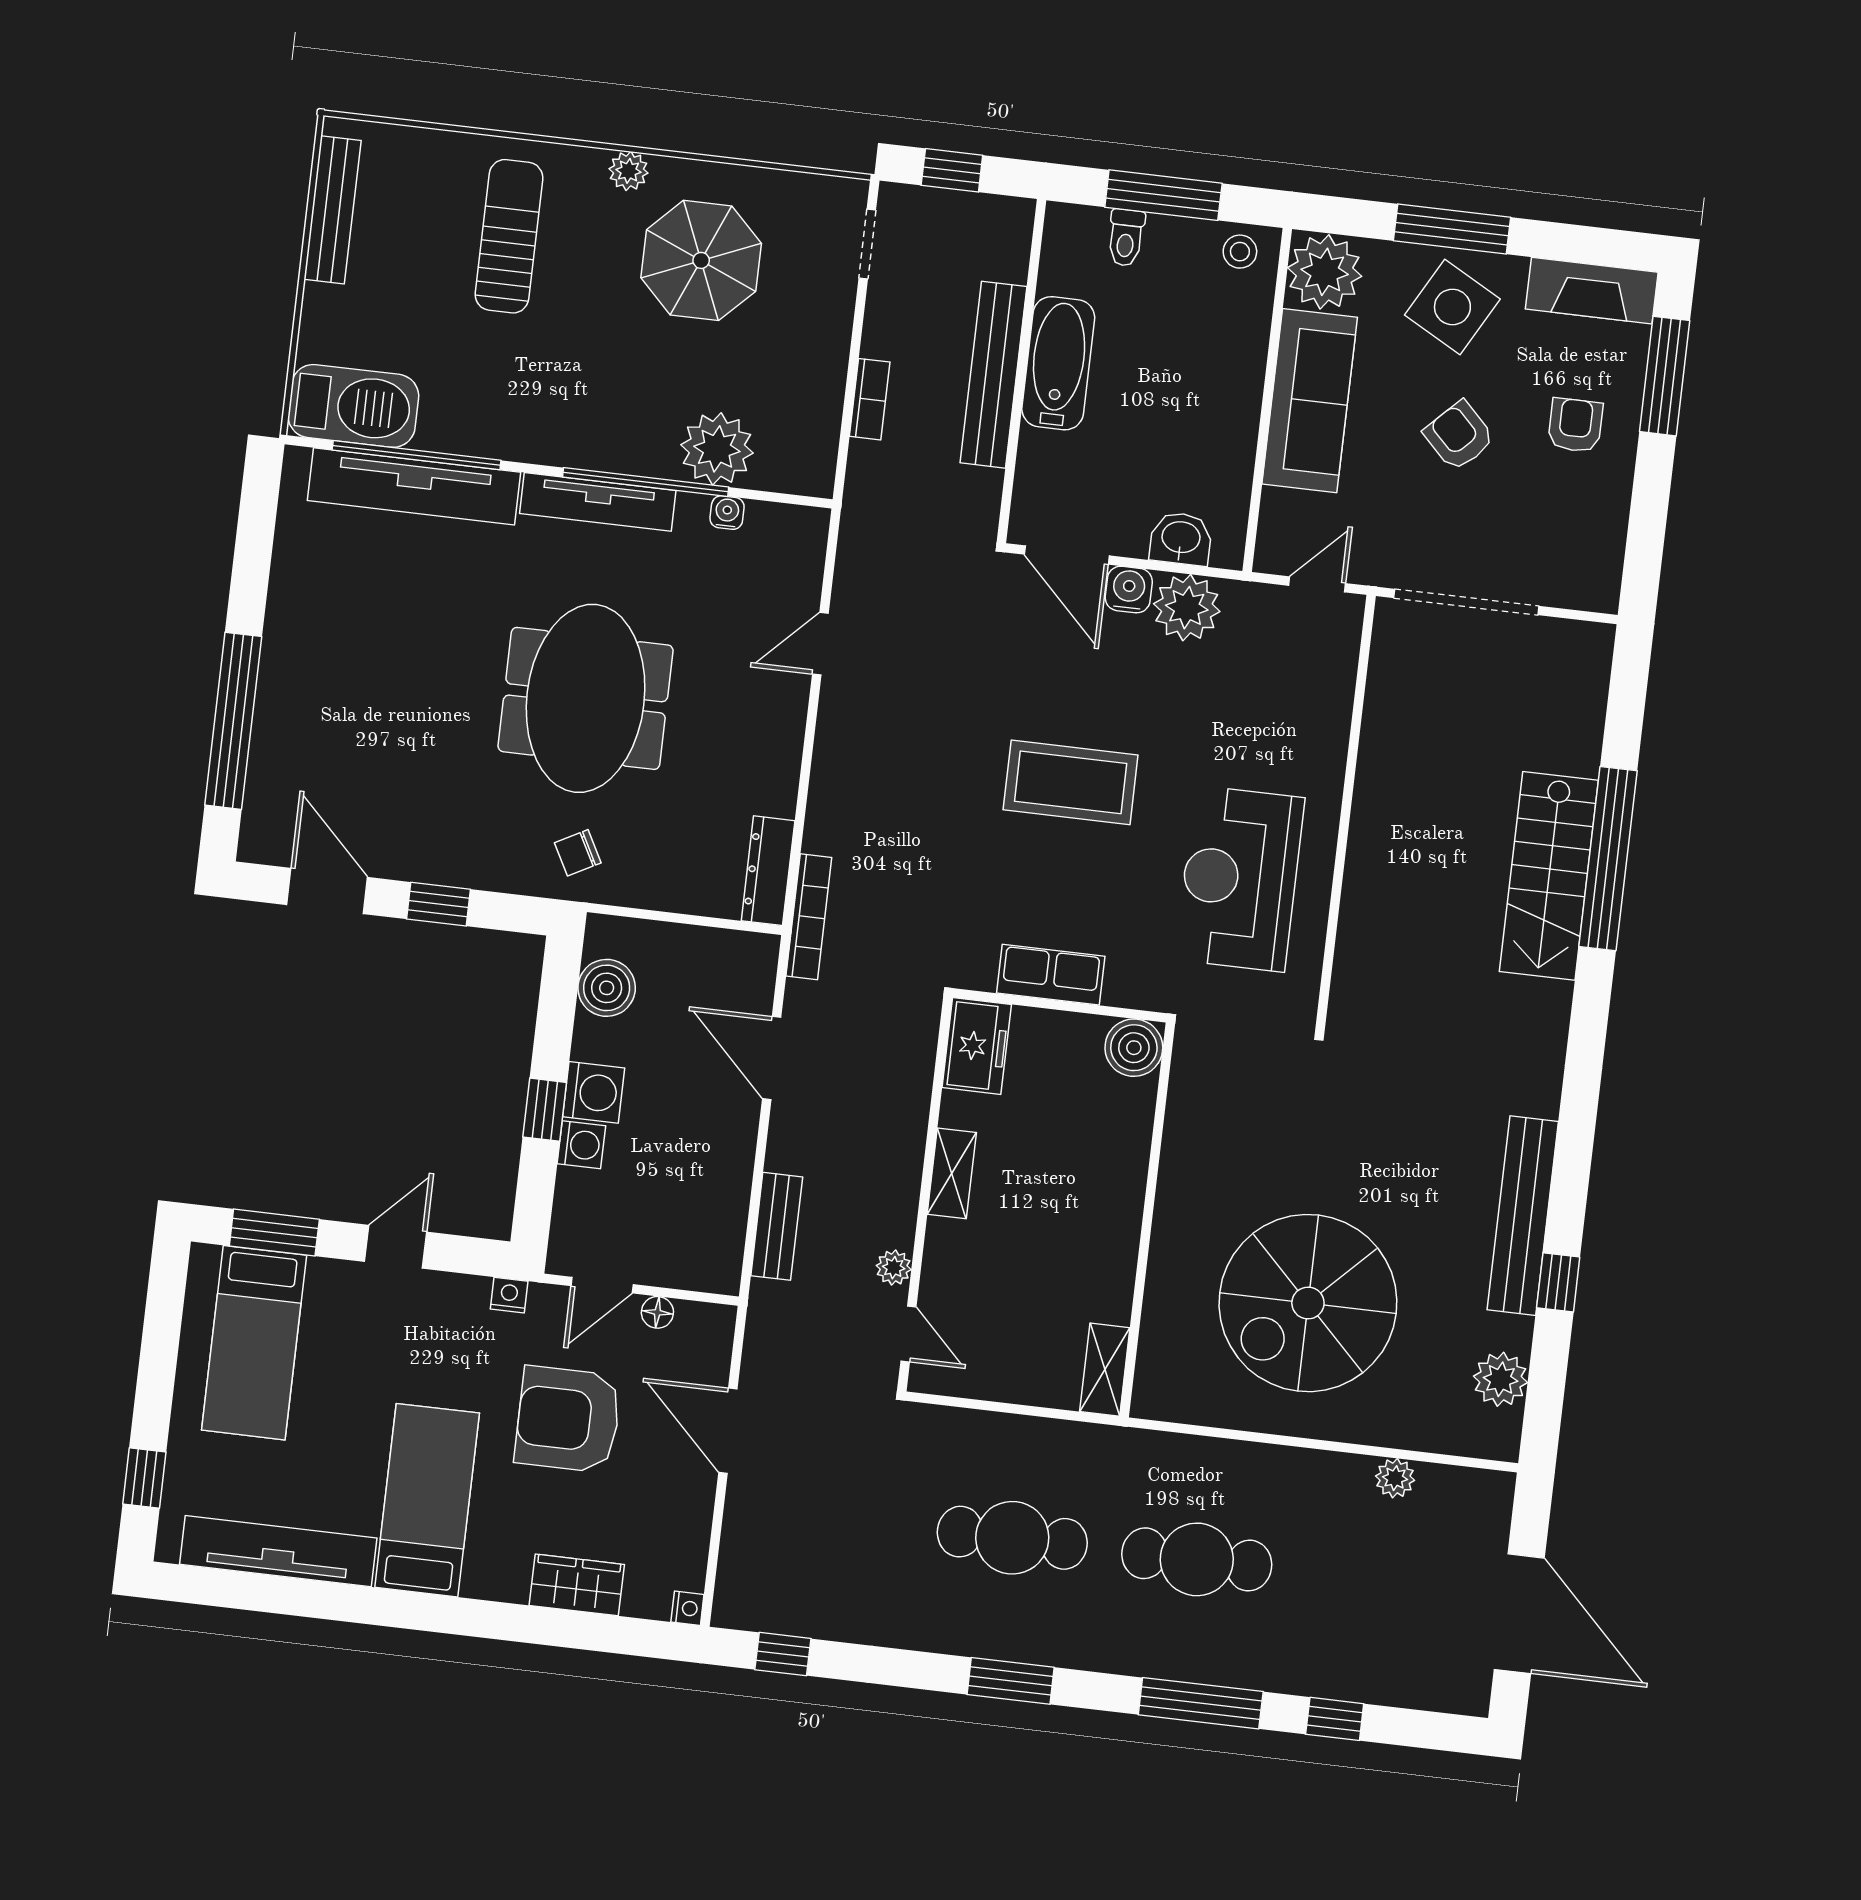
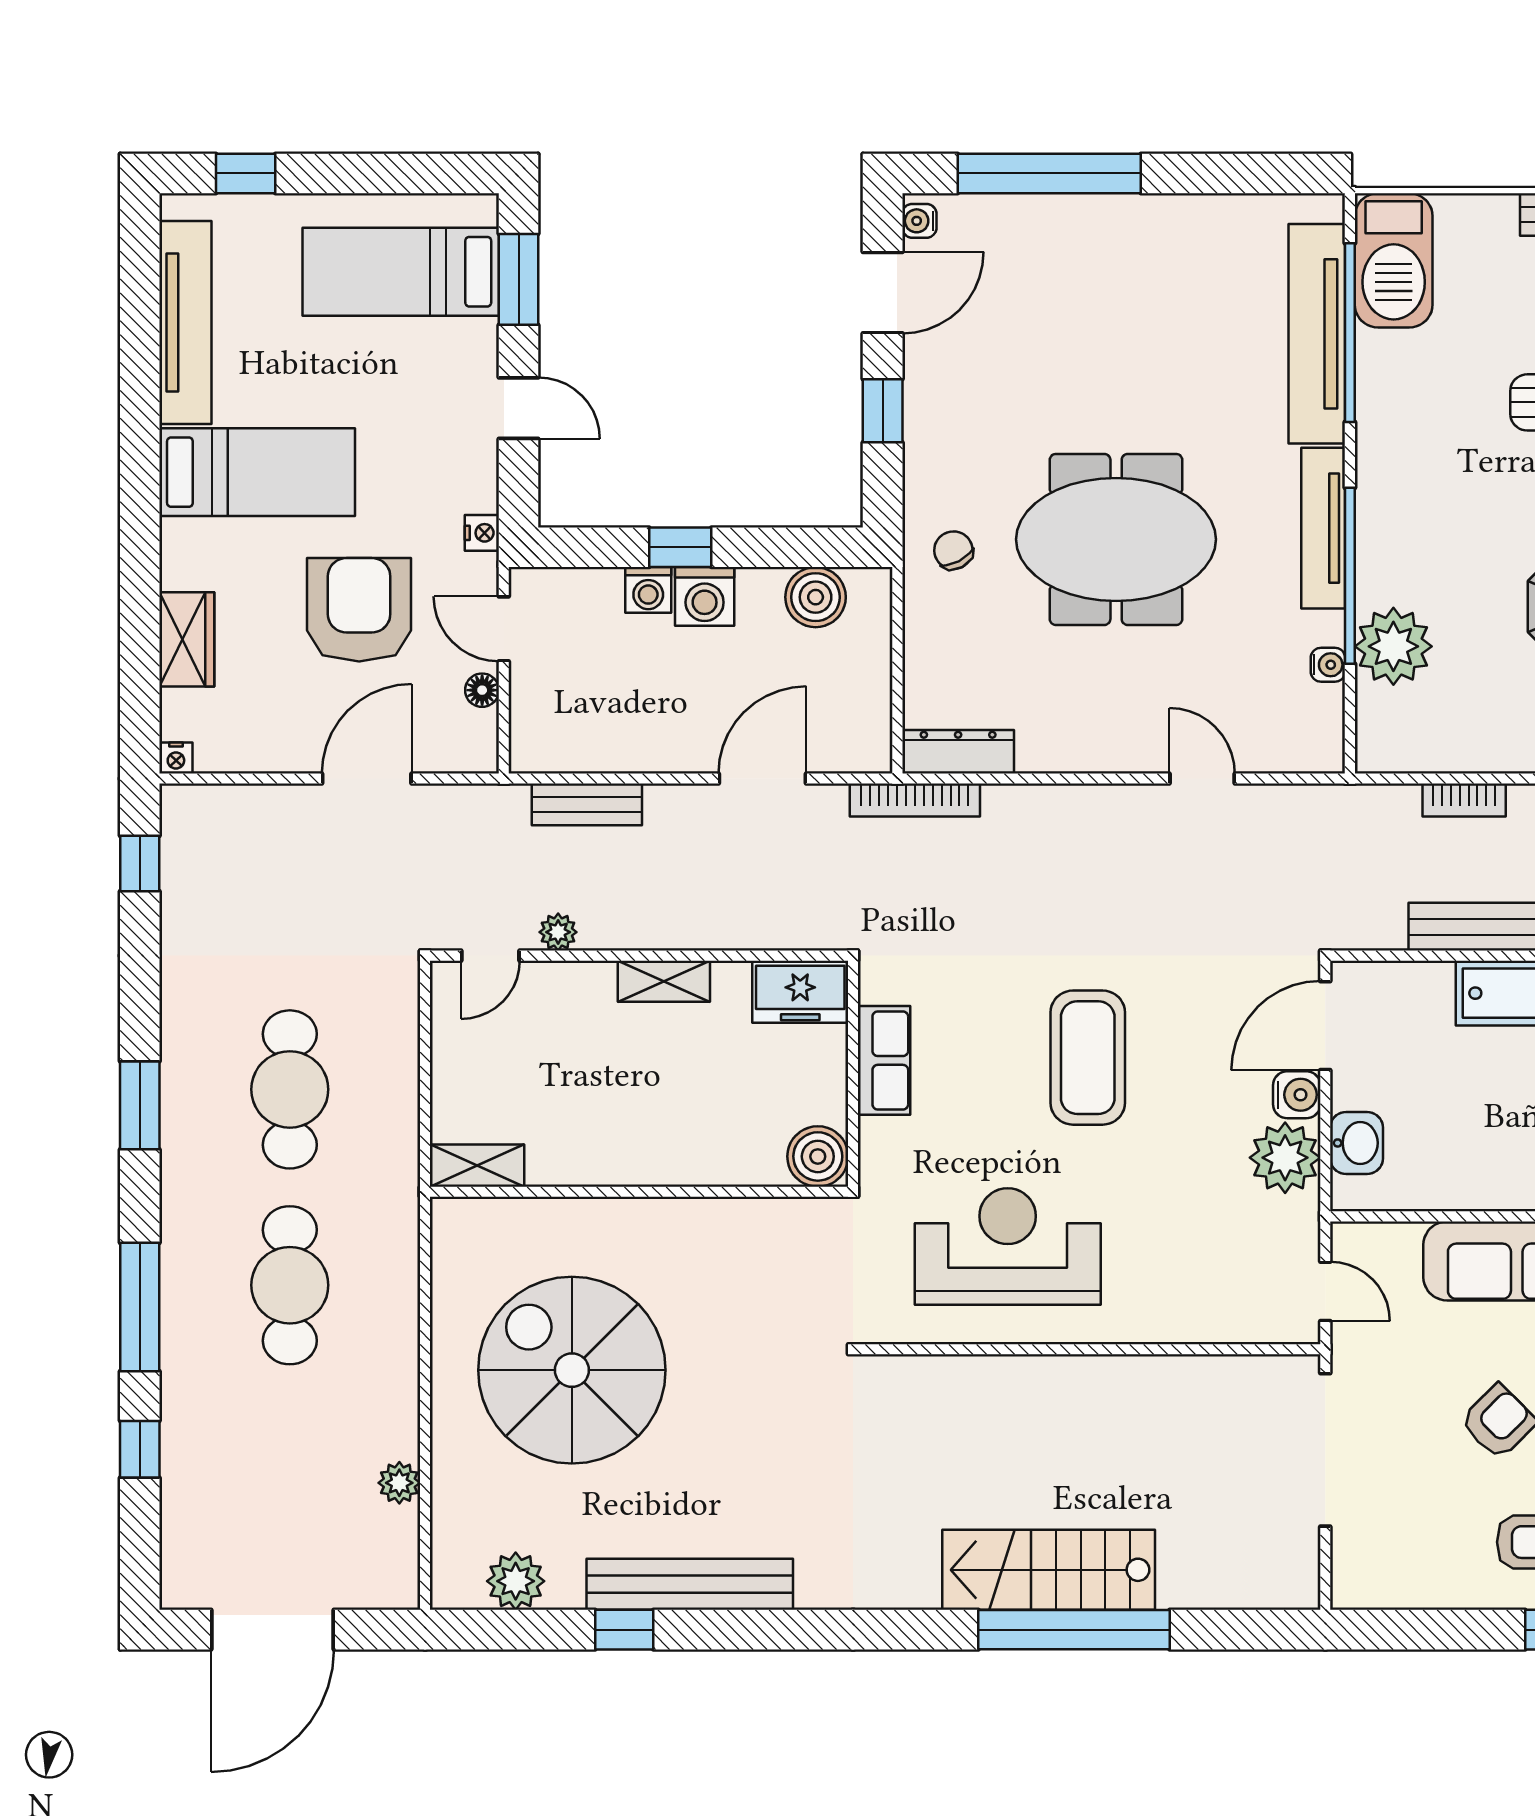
water cooler: (264, 848) -> (919, 221), added

